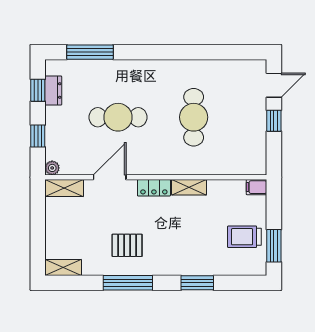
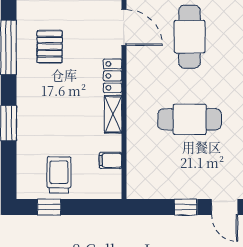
filing cabinet: (256, 187) -> (110, 160), moved, turned -90
window: (274, 246) -> (49, 207), width x0.67

